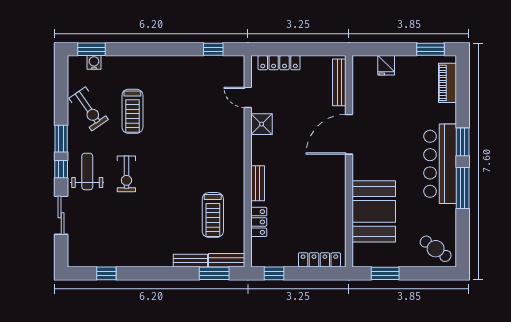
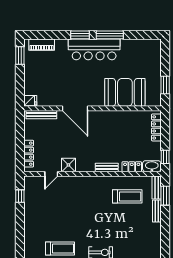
fridge: (386, 65) -> (30, 101), moved
cafe table: (436, 249) -> (149, 52), removed
washbasin: (260, 253) -> (152, 166), added

